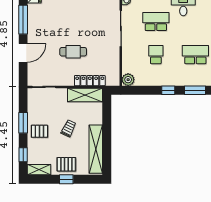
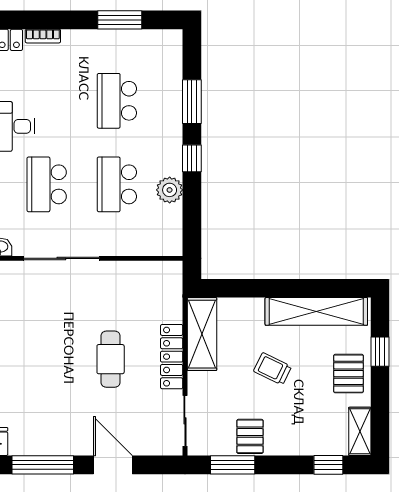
school desk: (156, 55) -> (117, 184), width x1.85
plant: (128, 80) -> (170, 190), moved
locker: (90, 81) -> (172, 357), moved
window: (23, 123) -> (233, 465), moved
pallet: (39, 131) -> (250, 436), moved
window: (66, 179) -> (380, 352), moved

